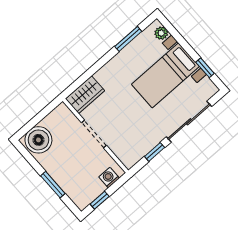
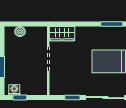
boiler: (38, 140) -> (20, 32), width x0.54, depth x0.54
washing machine: (109, 178) -> (14, 90), moved

